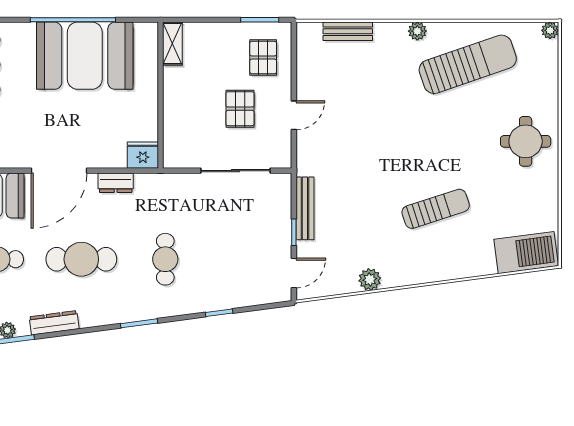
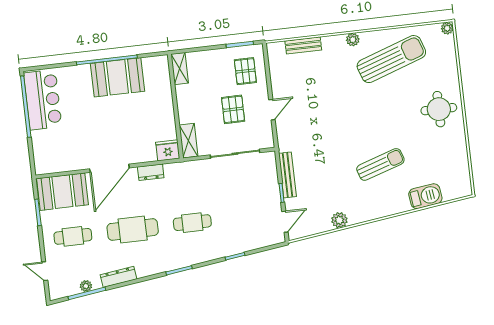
booth: (85, 56) -> (117, 77), width x0.73, depth x0.70
shelving: (173, 145) -> (189, 141), added
barbecue: (526, 253) -> (425, 196), moved, width x0.73, depth x0.83
cafe table: (165, 259) -> (192, 223), turned 90

